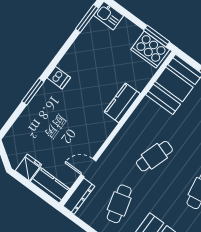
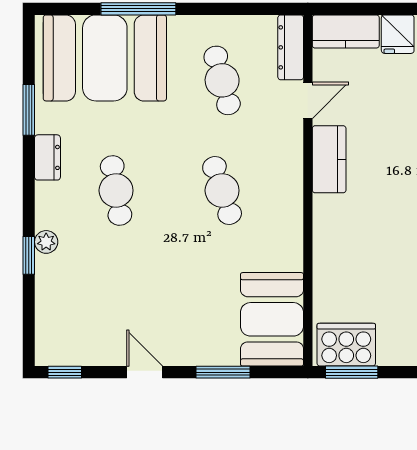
kitchen counter: (122, 103) -> (329, 159), moved
cafe table: (154, 156) -> (222, 190), turned -36

